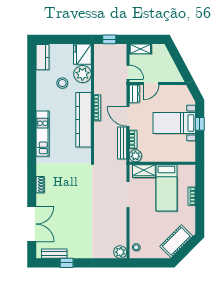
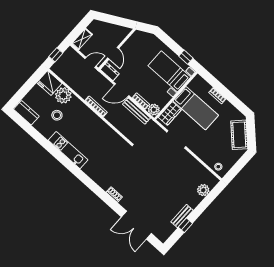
kitchen counter: (84, 120) -> (96, 123), removed
bed with nightstands: (174, 123) -> (169, 71), moved, turned 90
window: (200, 124) -> (186, 57), moved
kitchen unit: (43, 134) -> (68, 150), moved
double door: (32, 224) -> (136, 225), swing flipped
plant: (120, 252) -> (203, 190), moved
bench: (54, 254) -> (182, 216), moved

